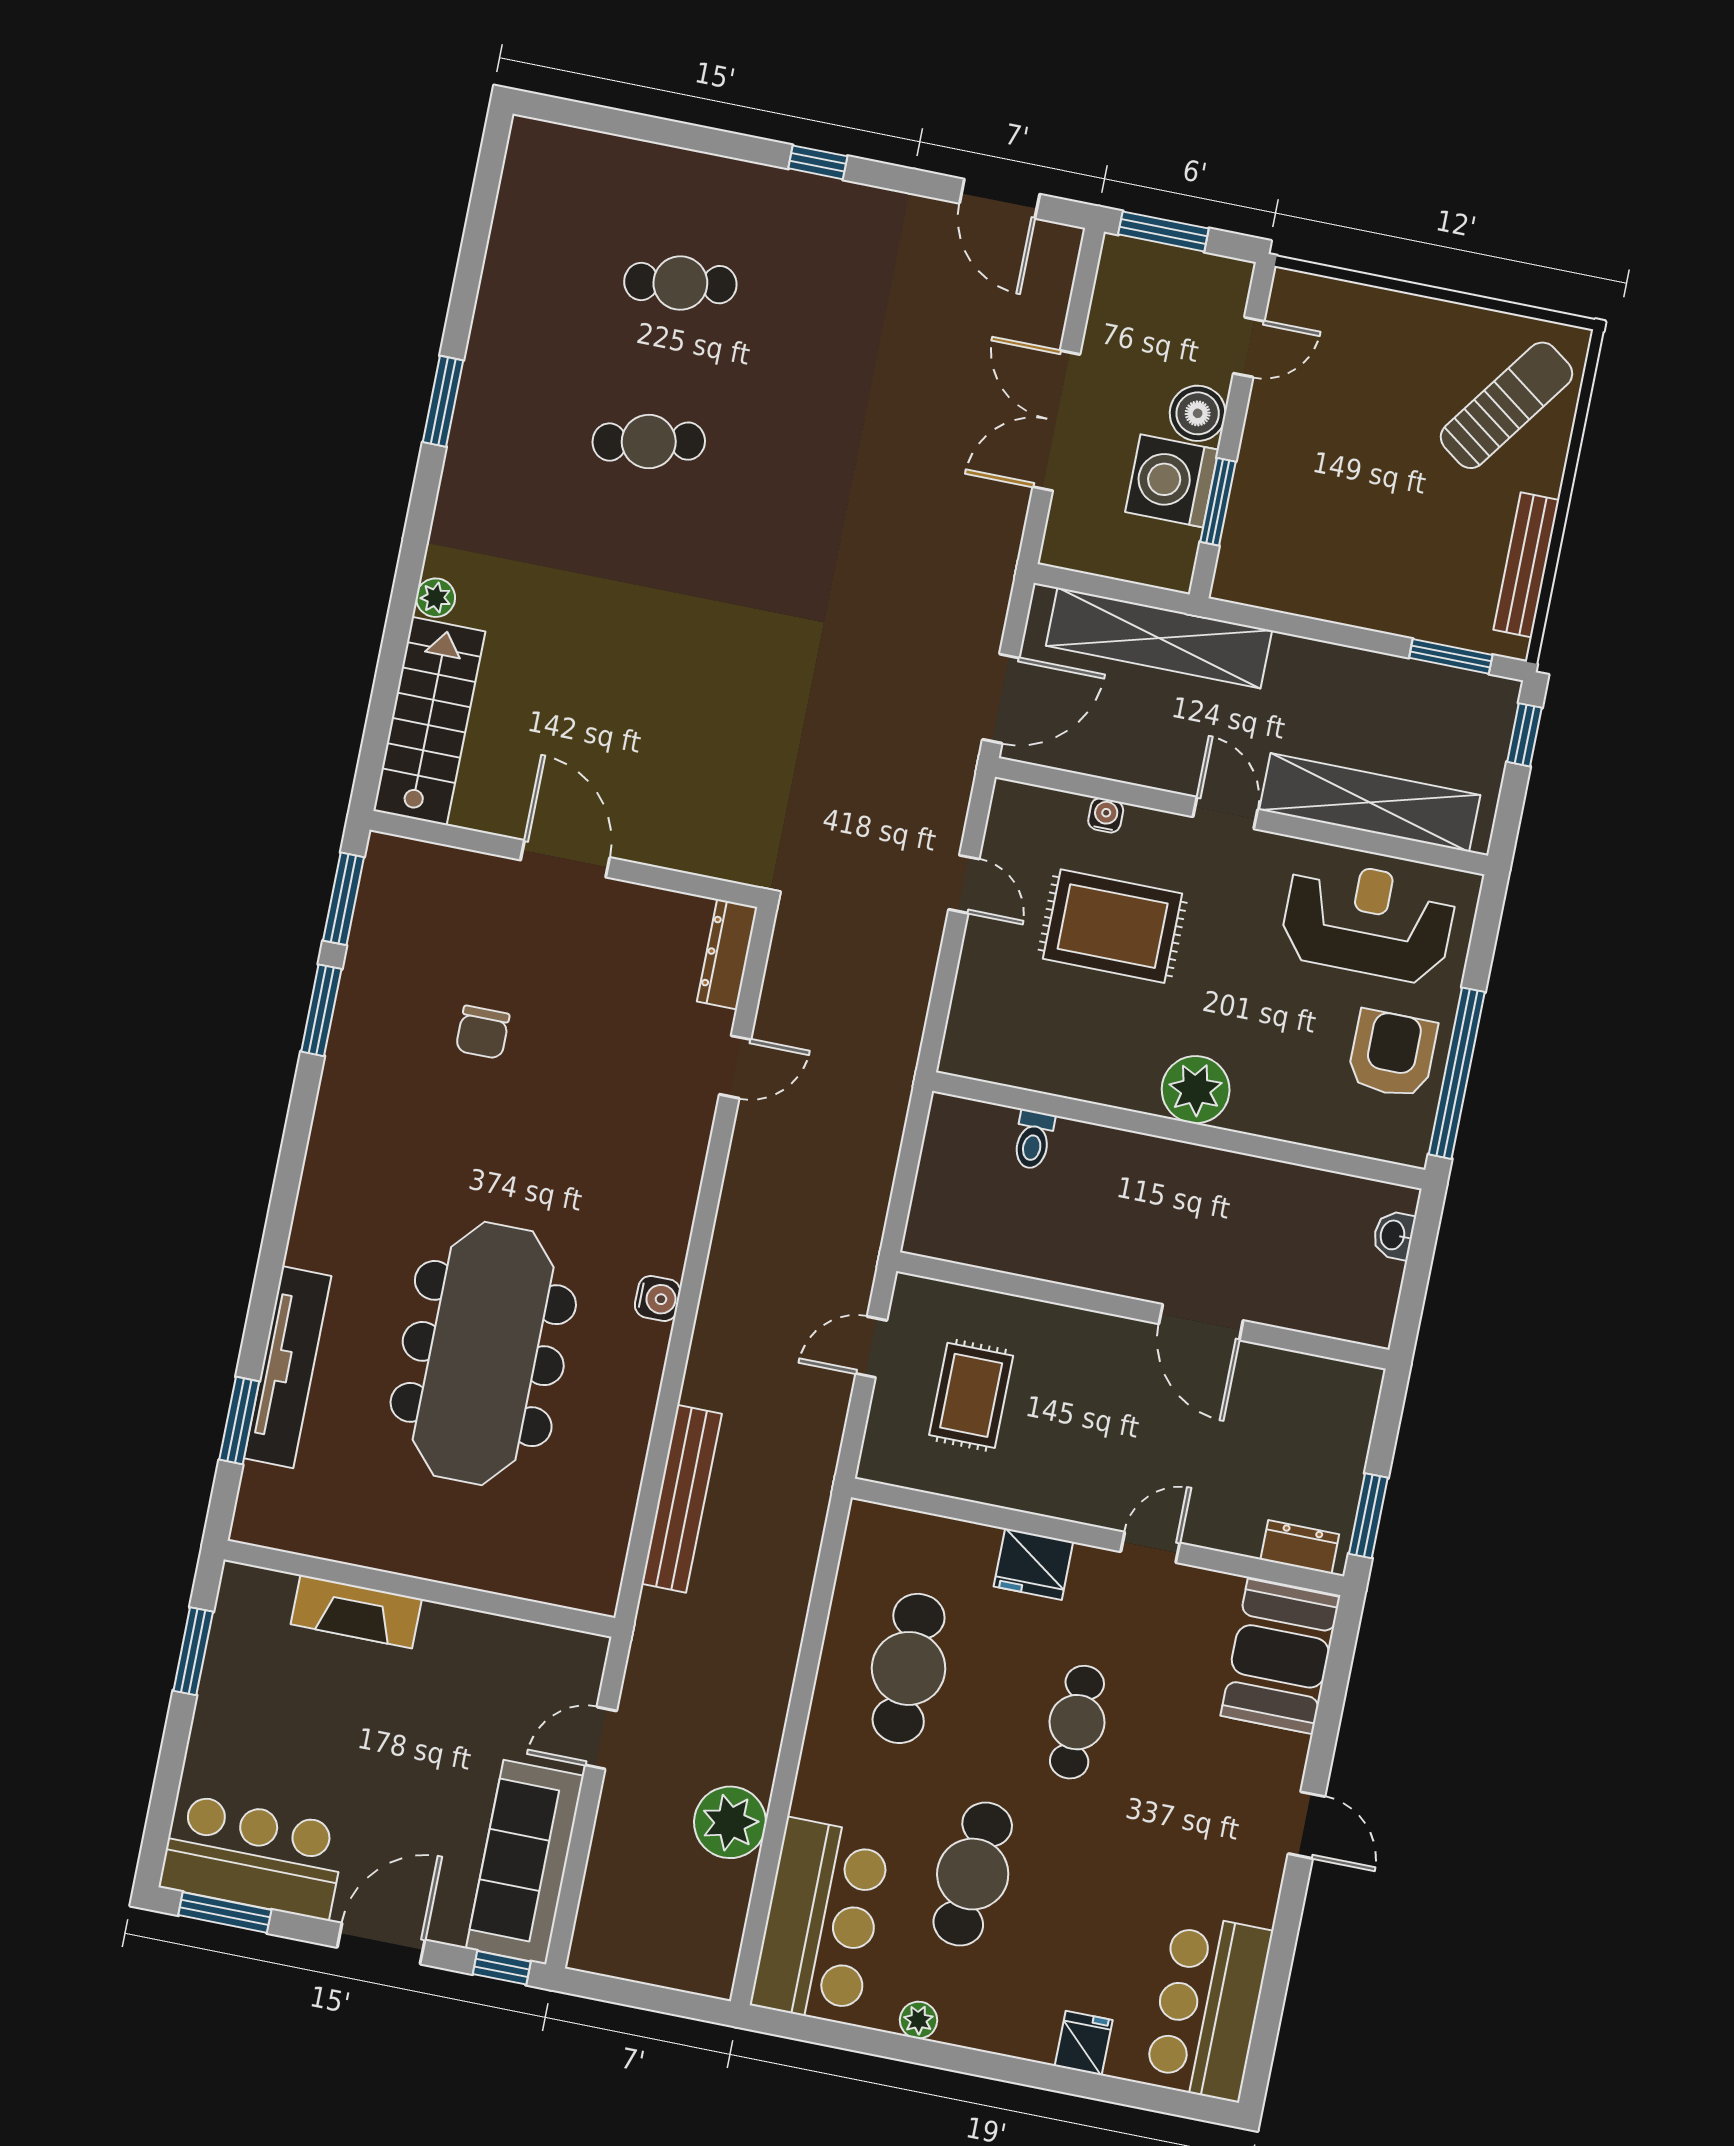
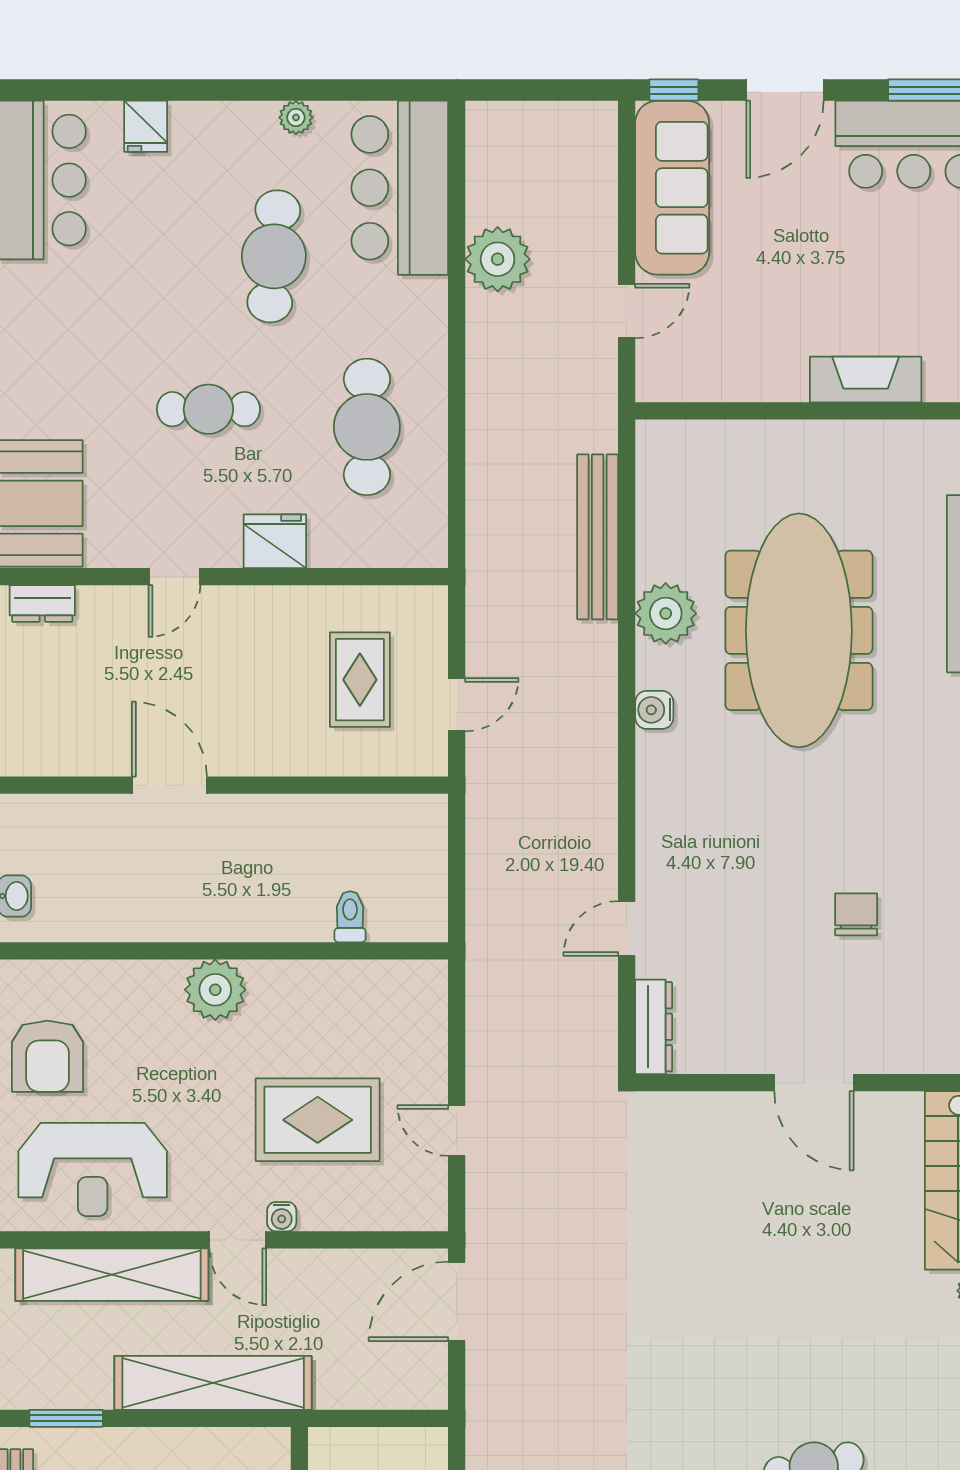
shelving: (1159, 638) -> (213, 1383), moved
water cooler: (1106, 815) -> (282, 1217), moved
plant: (624, 1401) -> (666, 613), added
cafe table: (1077, 1722) -> (208, 409), turned 90

